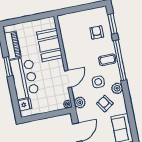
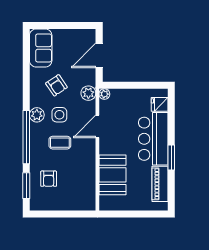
coffee table: (107, 60) -> (60, 143), moved
plant: (117, 88) -> (37, 115), moved

